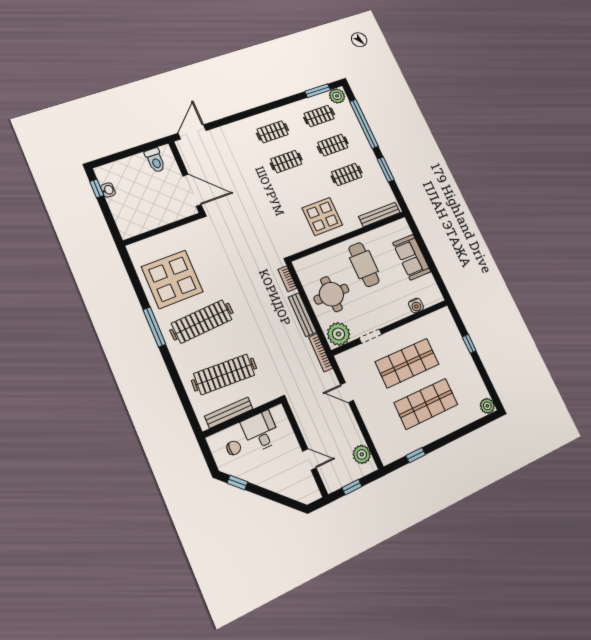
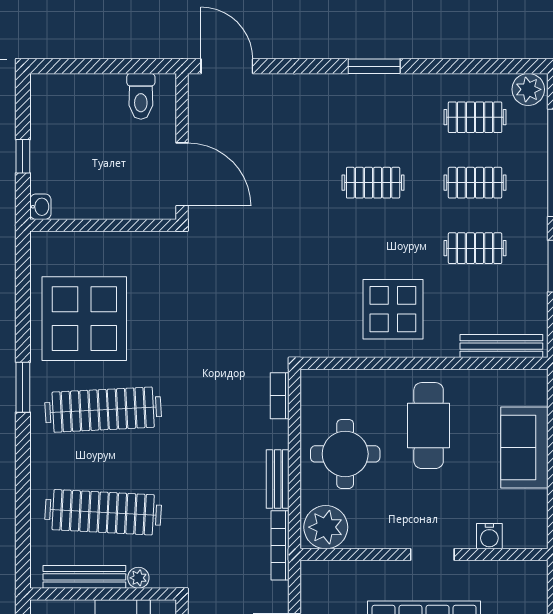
window: (318, 91) -> (374, 66), moved
door: (192, 132) -> (227, 66), hinge flipped
clothes rail: (273, 132) -> (373, 117), removed
window: (97, 189) -> (23, 156), moved
washbasin: (108, 190) -> (40, 207), moved
bench: (302, 315) -> (278, 479), width x0.73
window: (154, 327) -> (23, 387), width x0.69
doorway: (370, 336) -> (432, 555), moved
plant: (257, 400) -> (138, 578), added

